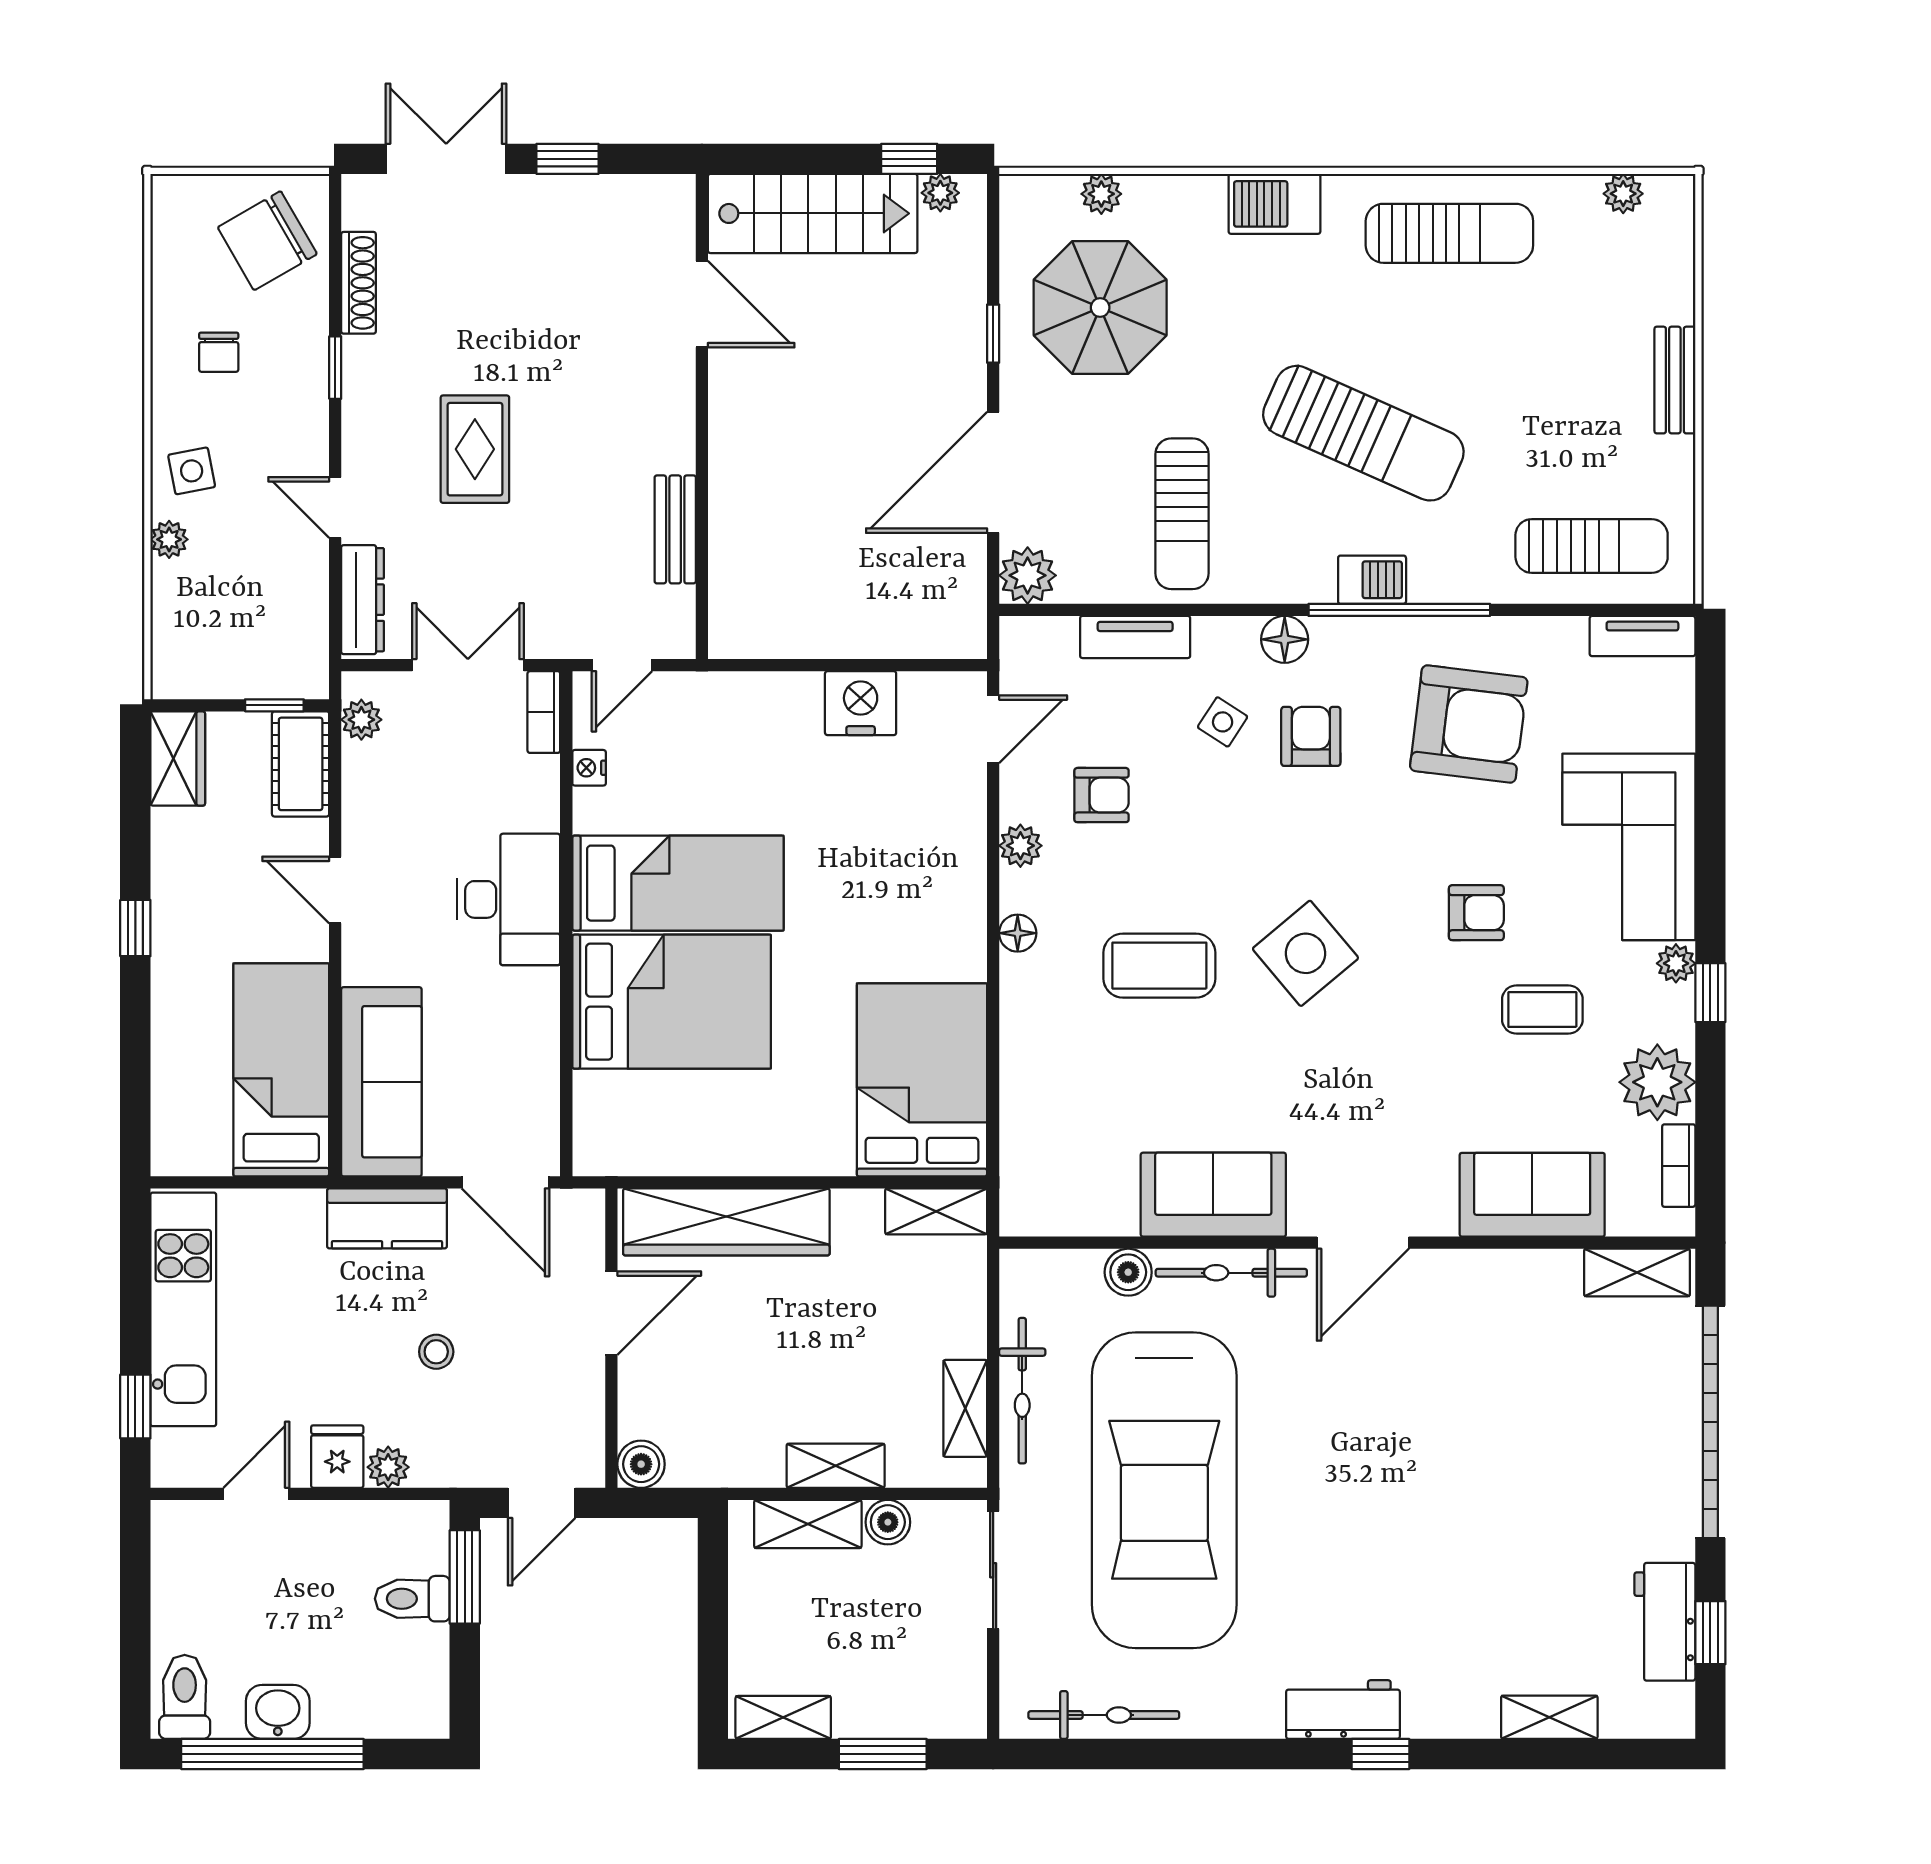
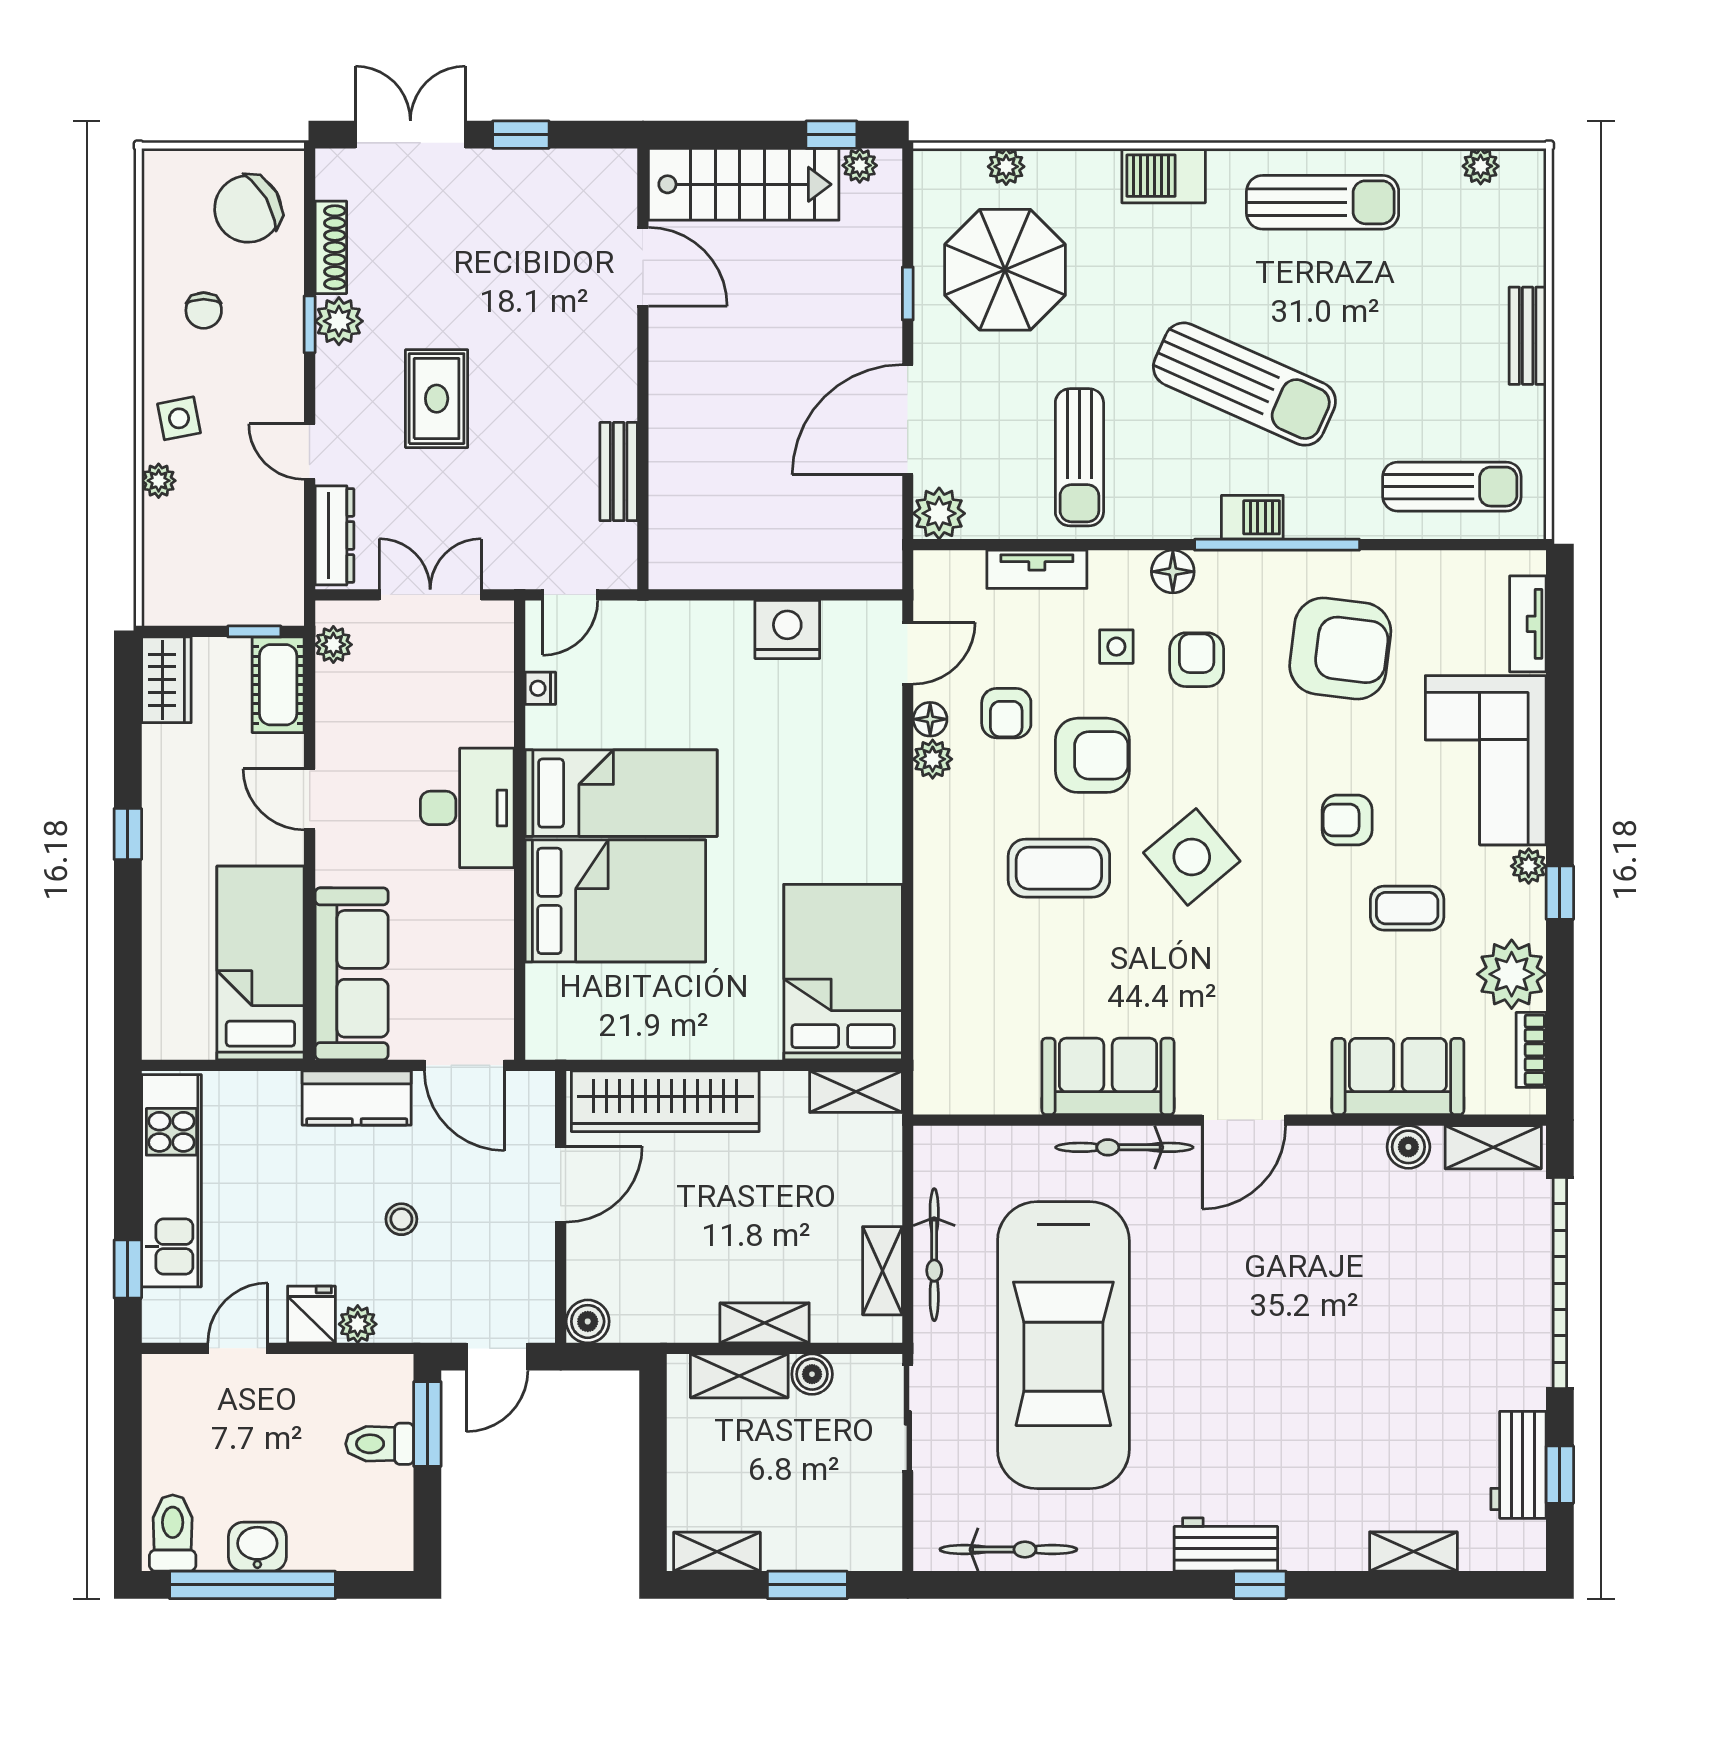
plant: (367, 364) -> (339, 321), added
tv unit: (1642, 636) -> (1528, 624), moved, turned 90
bookcase: (544, 712) -> (499, 638), removed
side table: (1223, 722) -> (1116, 647), turned -33
armchair: (1101, 795) -> (1006, 713), turned 90
armchair: (1196, 842) -> (1092, 755), added
armchair: (1476, 913) -> (1347, 820), turned 180
floor lamp: (1018, 933) -> (930, 719), moved
boiler: (1128, 1272) -> (1408, 1147), moved

